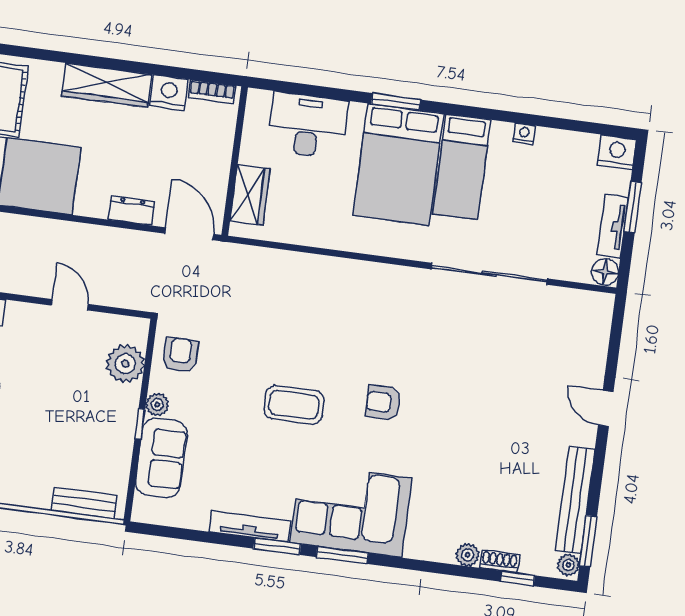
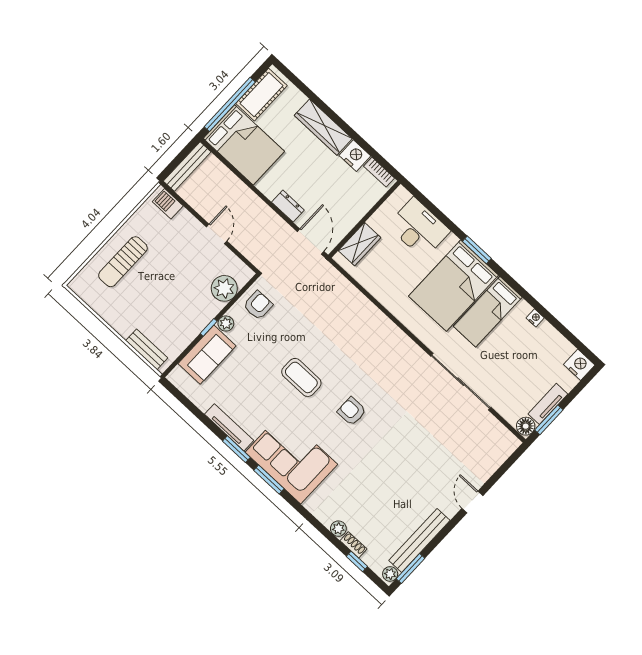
window: (633, 207) -> (549, 420), moved

